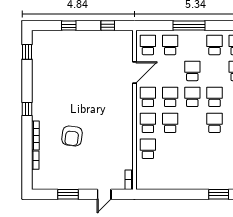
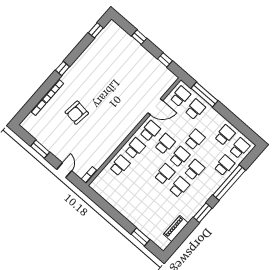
window: (189, 26) -> (204, 95), moved
school desk: (170, 123) -> (165, 174), moved
door: (104, 194) -> (64, 170), swing flipped

